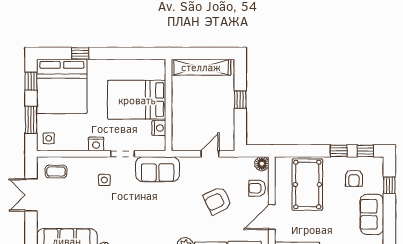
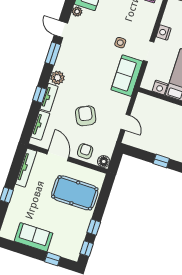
armchair: (354, 178) -> (68, 232), removed
side table: (104, 180) -> (120, 43), moved

